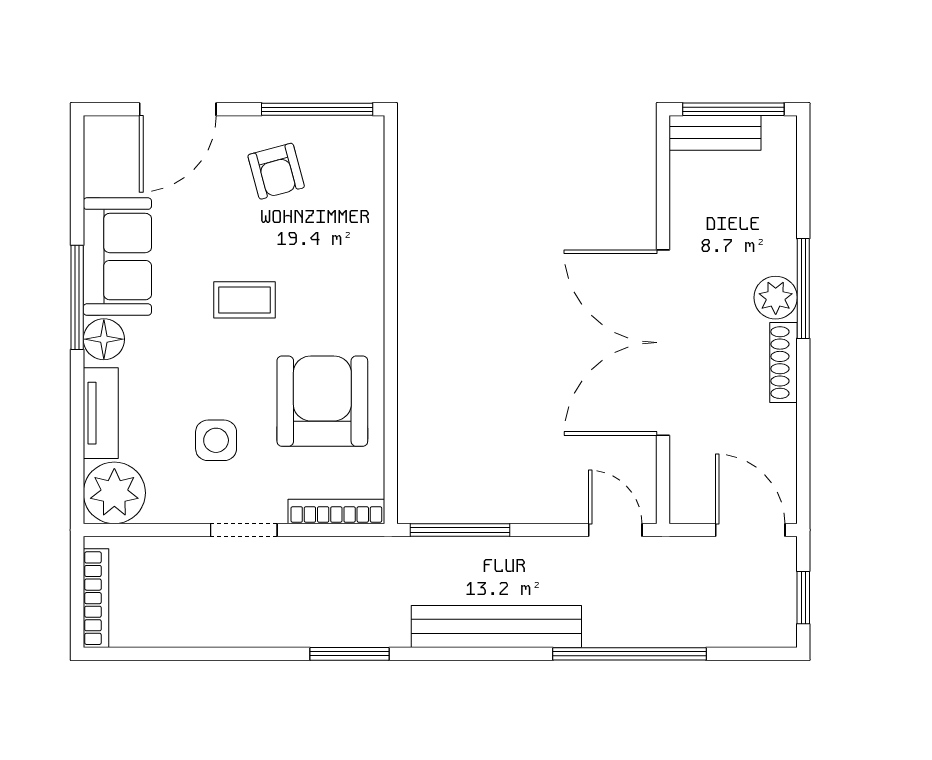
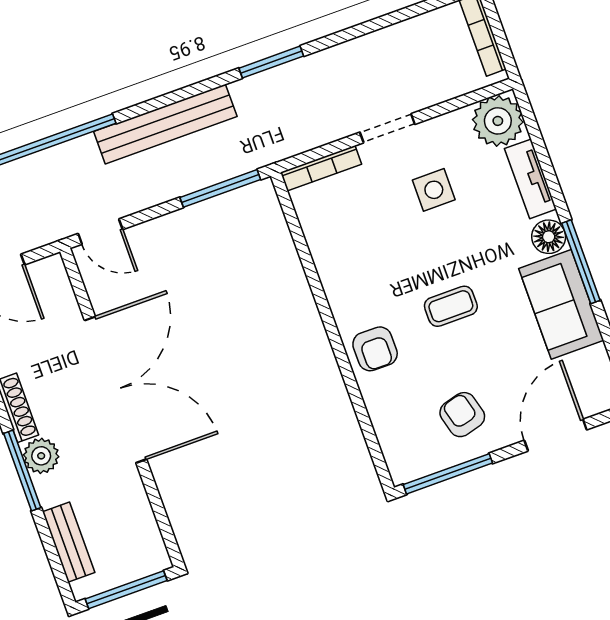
bench: (715, 133) -> (69, 542), moved, turned 90
armchair: (322, 401) -> (375, 349), moved, width x0.53, depth x0.53

